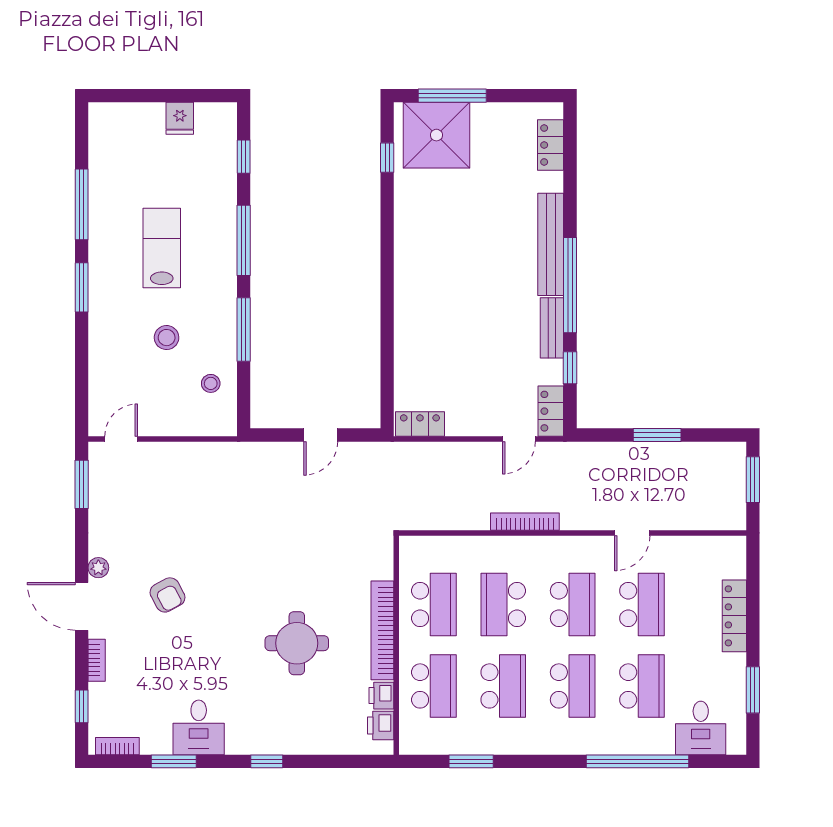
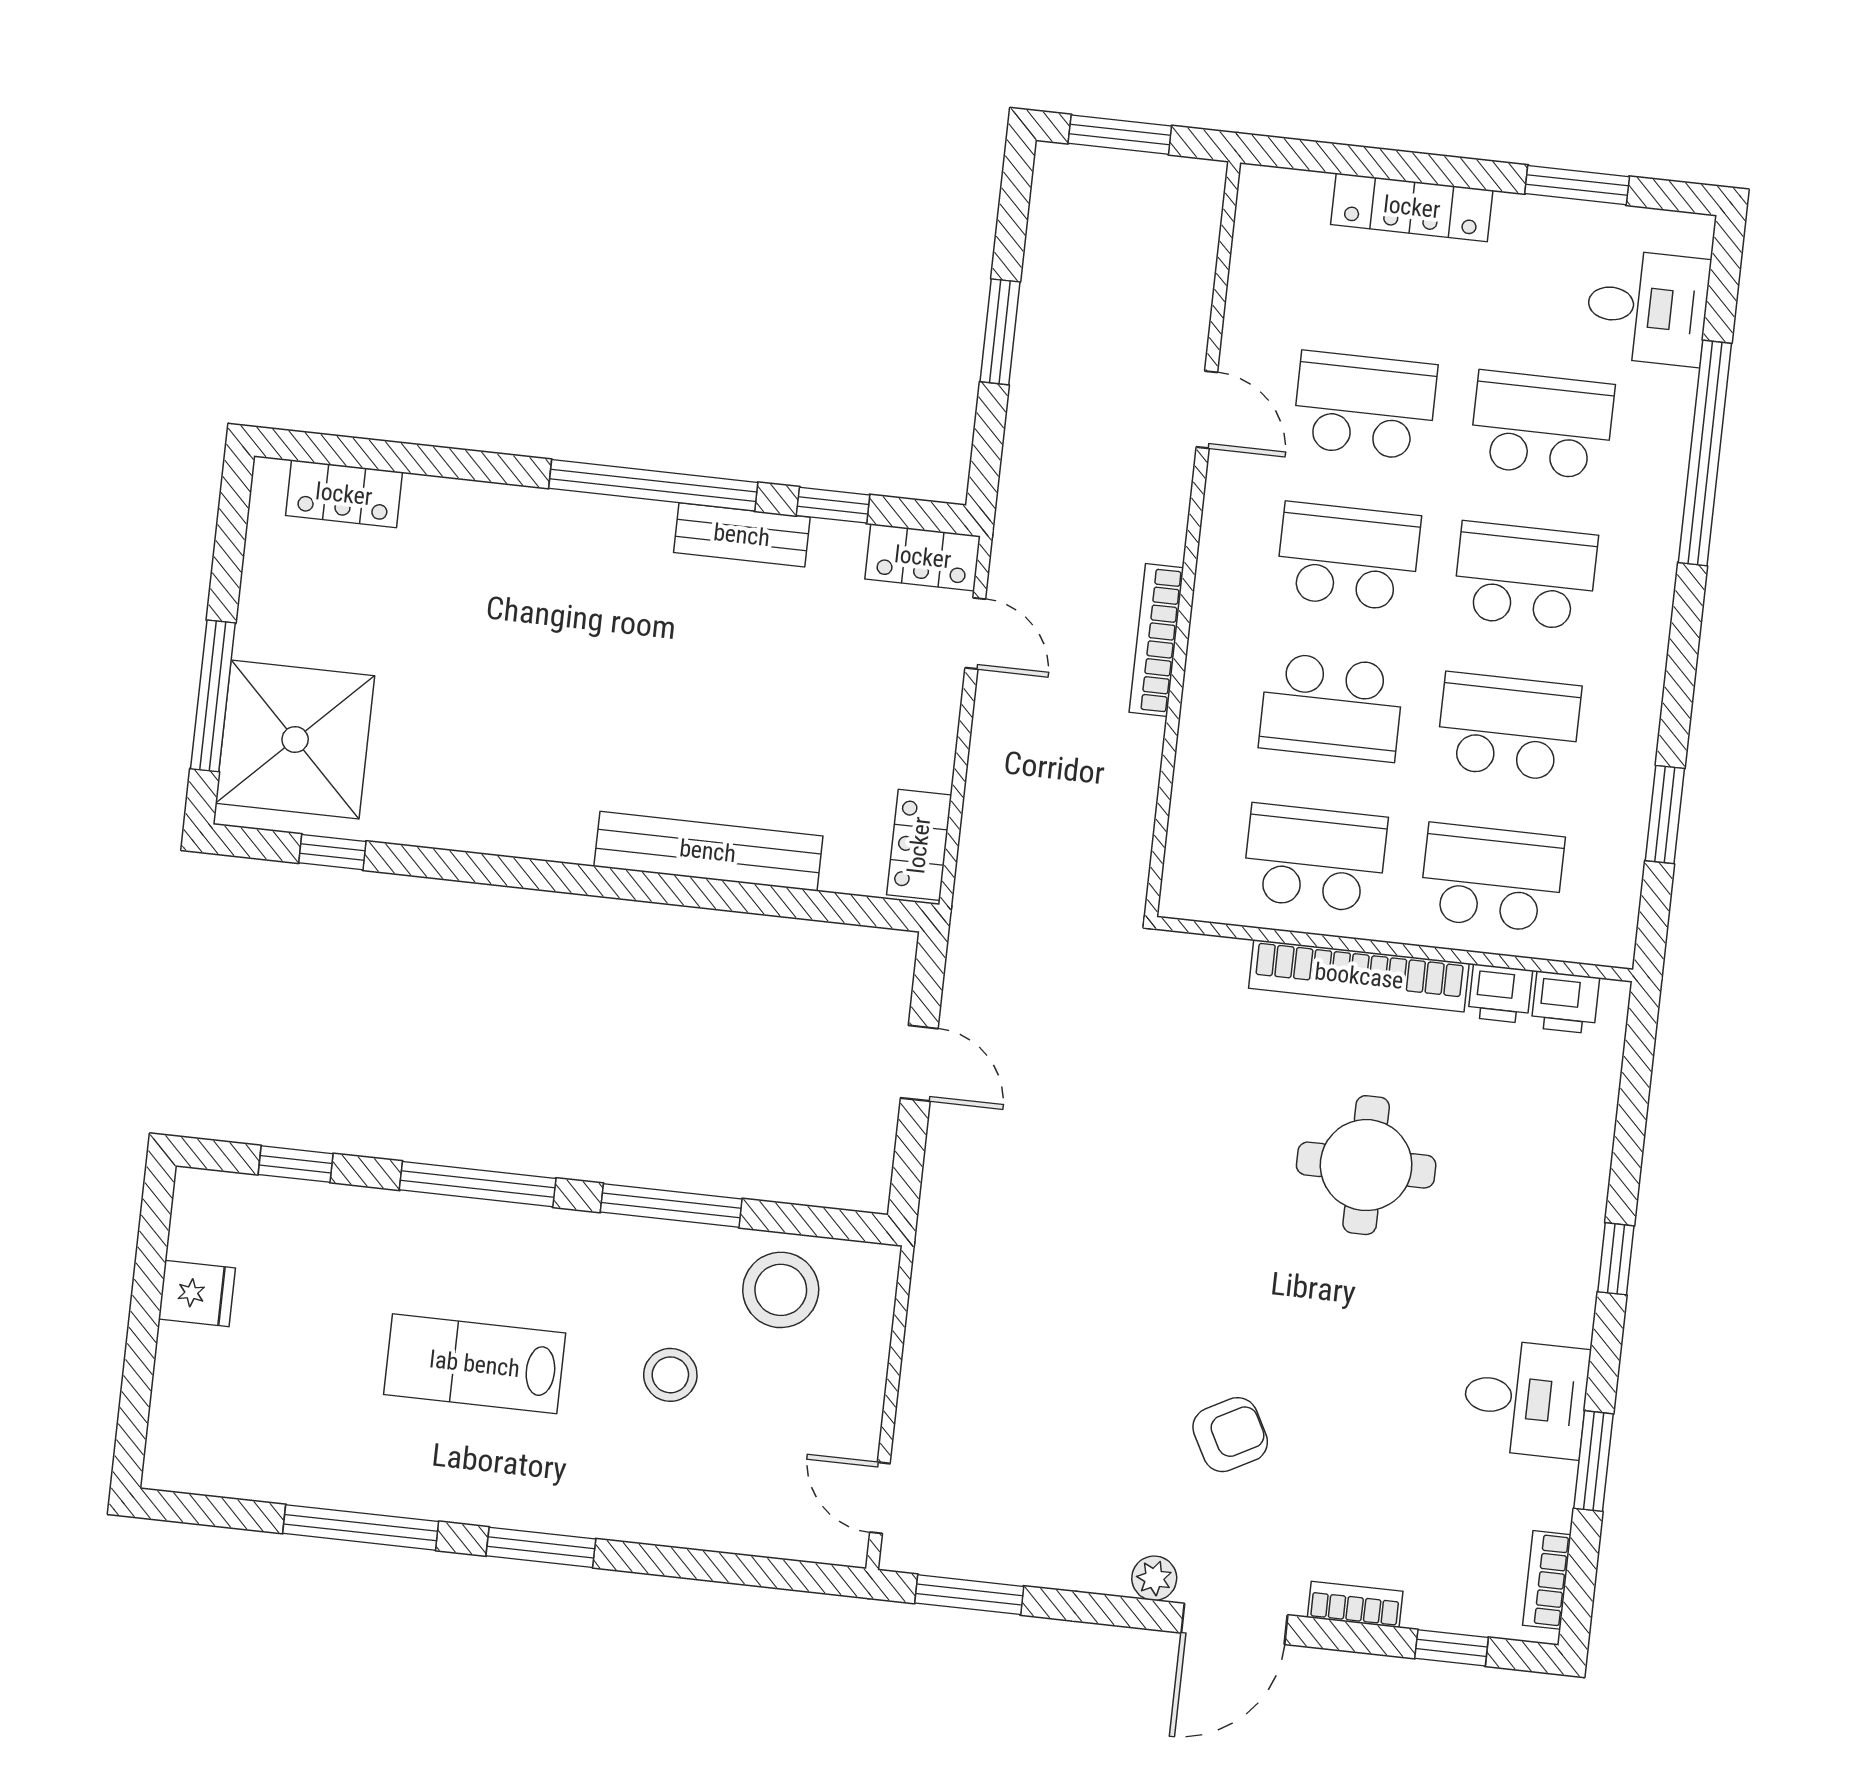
bench: (551, 244) -> (708, 851), moved
stool: (211, 383) -> (781, 1290), width x1.89, depth x1.89

